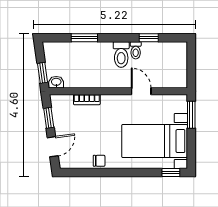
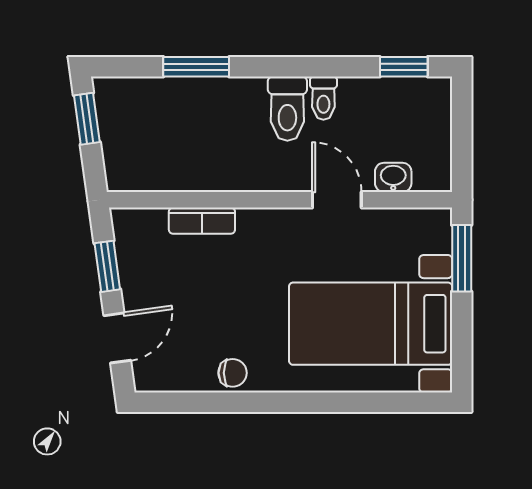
window: (149, 38) -> (404, 67), moved
window: (43, 73) -> (87, 119), moved
washbasin: (56, 82) -> (393, 177), moved
window: (171, 173) -> (411, 402), removed

